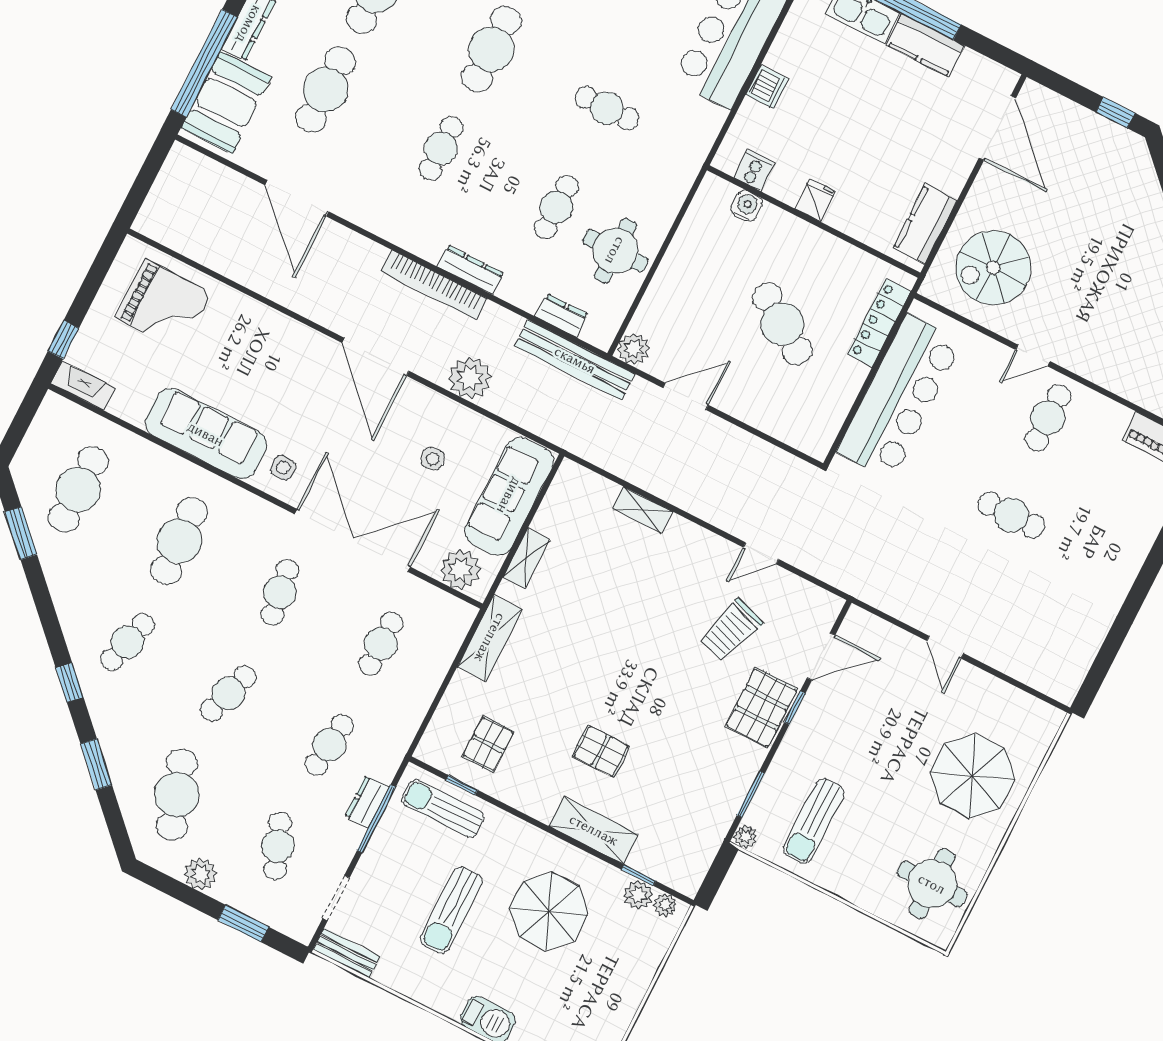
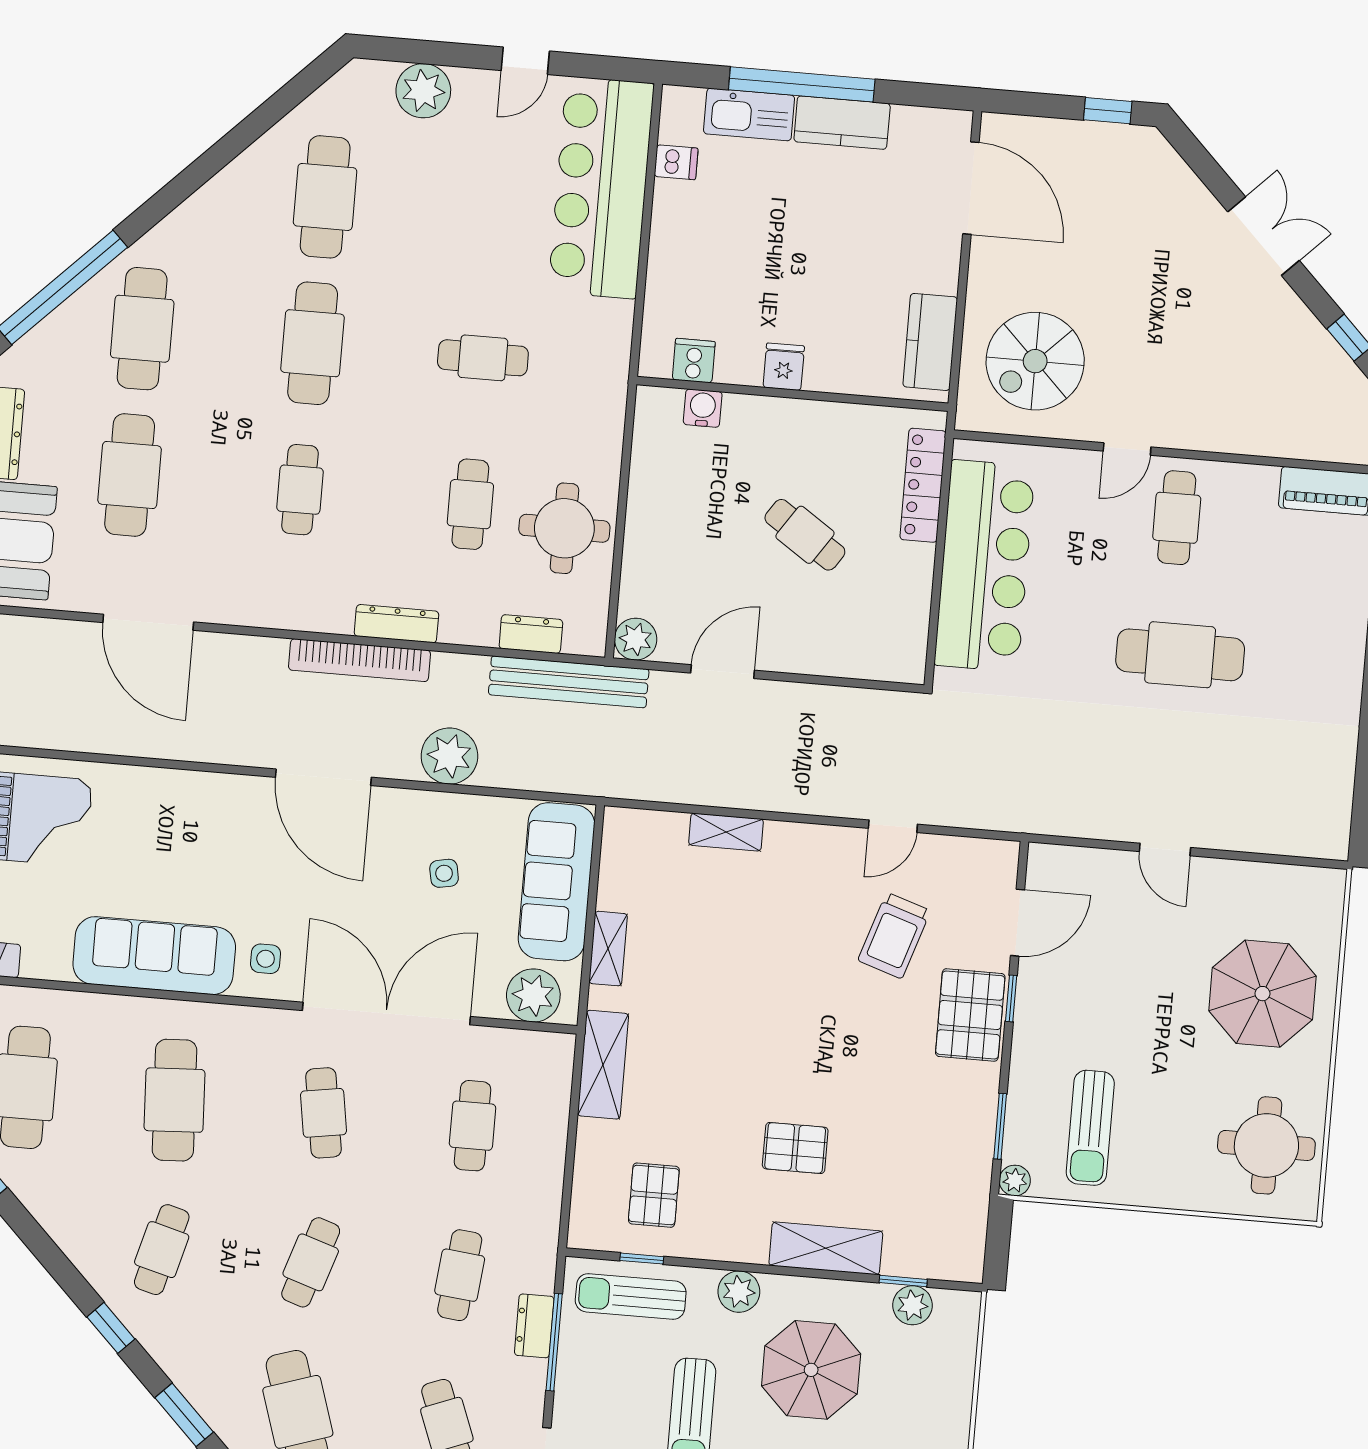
dishwasher: (767, 87) -> (676, 162), moved, width x0.73
cafe table: (782, 324) -> (805, 535), width x0.73, depth x0.74
cafe table: (1011, 515) -> (1180, 655), width x1.37, depth x1.35
plant: (665, 905) -> (739, 1292), moved, width x1.38, depth x1.38

